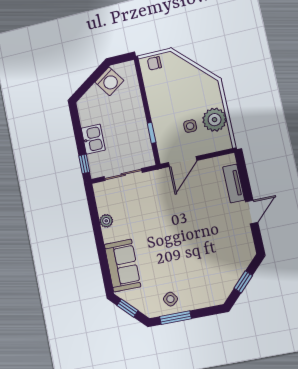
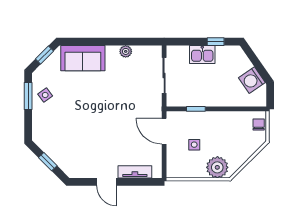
plant: (215, 120) -> (217, 167), moved
window: (84, 164) -> (216, 42), moved

